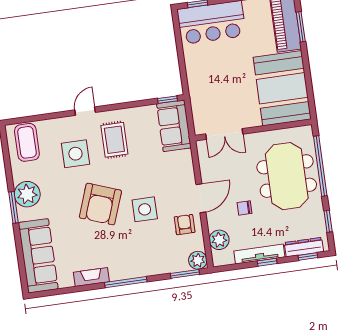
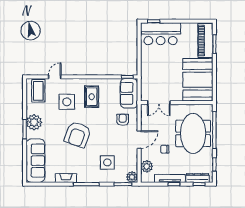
door: (85, 111) -> (55, 77), moved
side table: (145, 209) -> (107, 162), moved
armchair: (185, 225) -> (123, 120), moved

